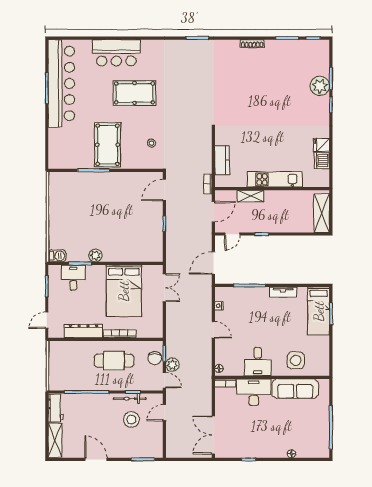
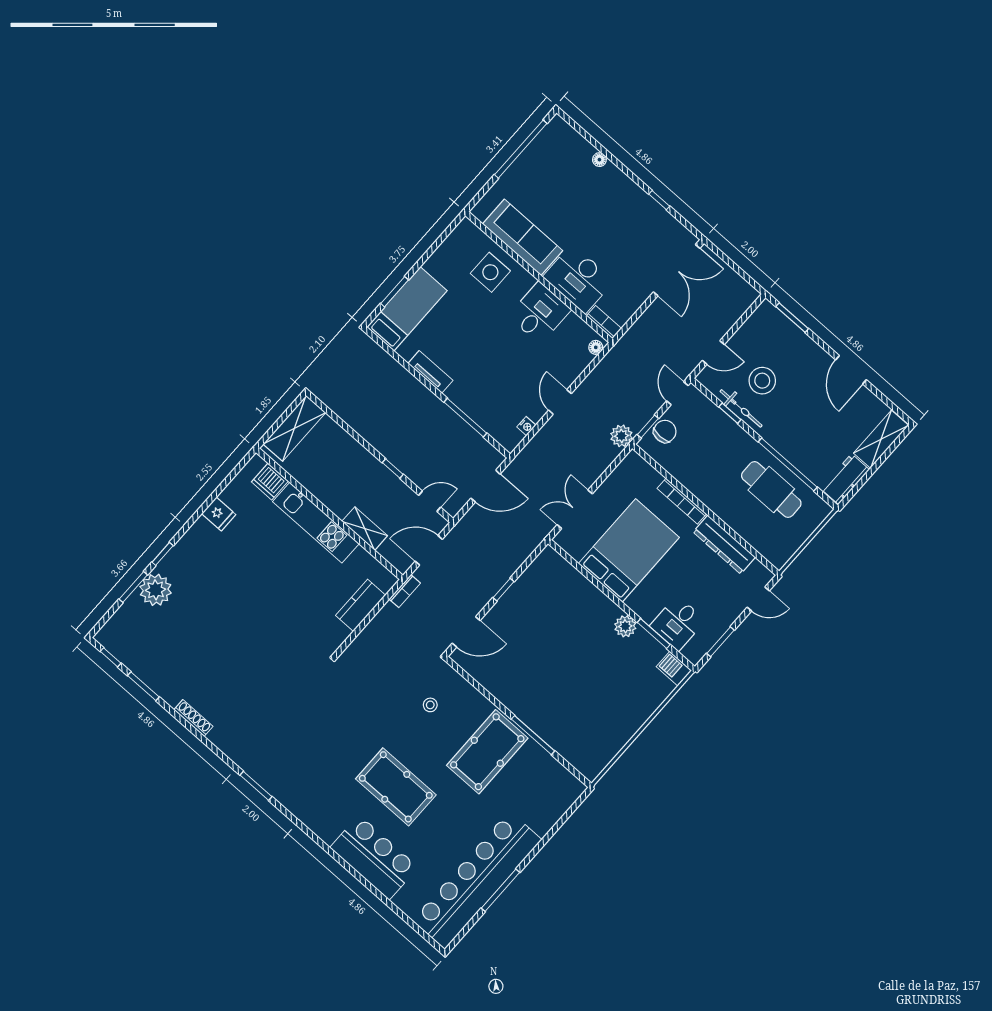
dishwasher: (322, 161) -> (270, 481), moved, turned 90
cafe table: (114, 361) -> (771, 489), moved
plant: (172, 365) -> (621, 436), moved

